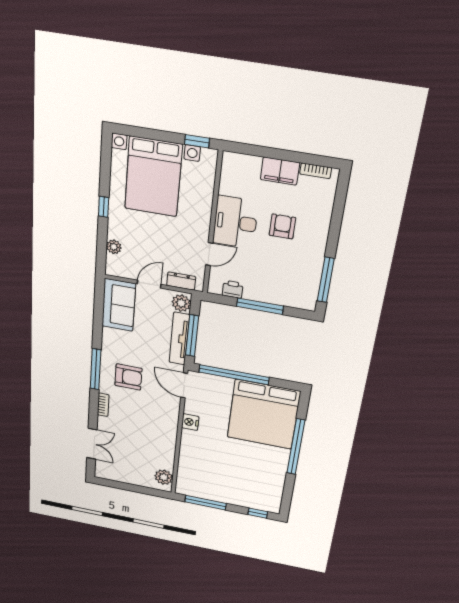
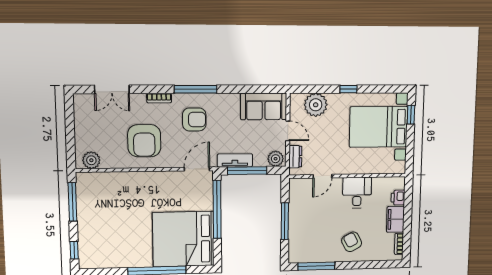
window: (197, 141) -> (411, 115), moved
desk: (235, 222) -> (357, 193), width x0.73
armchair: (282, 226) -> (352, 242), moved, turned -118
plant: (114, 247) -> (316, 105), width x1.87, depth x1.87
door: (209, 254) -> (322, 176), hinge flipped
printer: (233, 289) -> (398, 198), moved, turned 180
tv unit: (179, 339) -> (235, 160), width x0.71
armchair: (128, 377) -> (194, 119), turned -90
nightstand: (190, 422) -> (160, 178), removed
armchair: (148, 427) -> (144, 141), added

